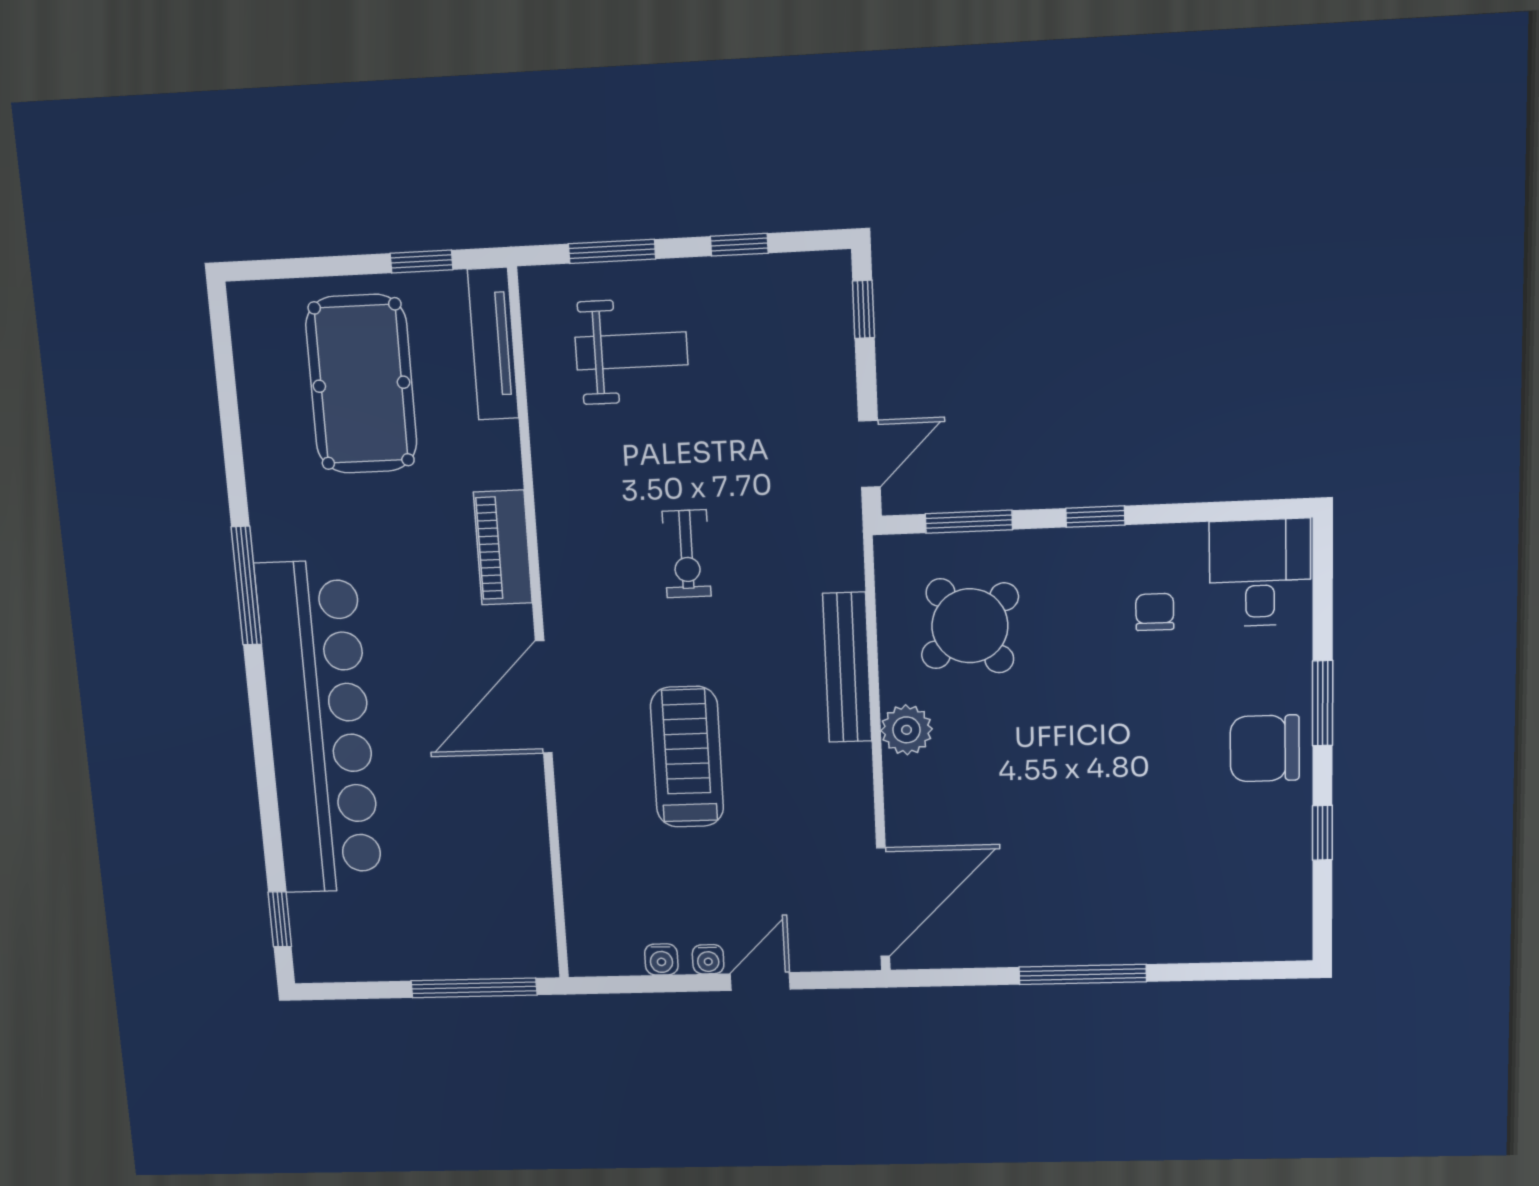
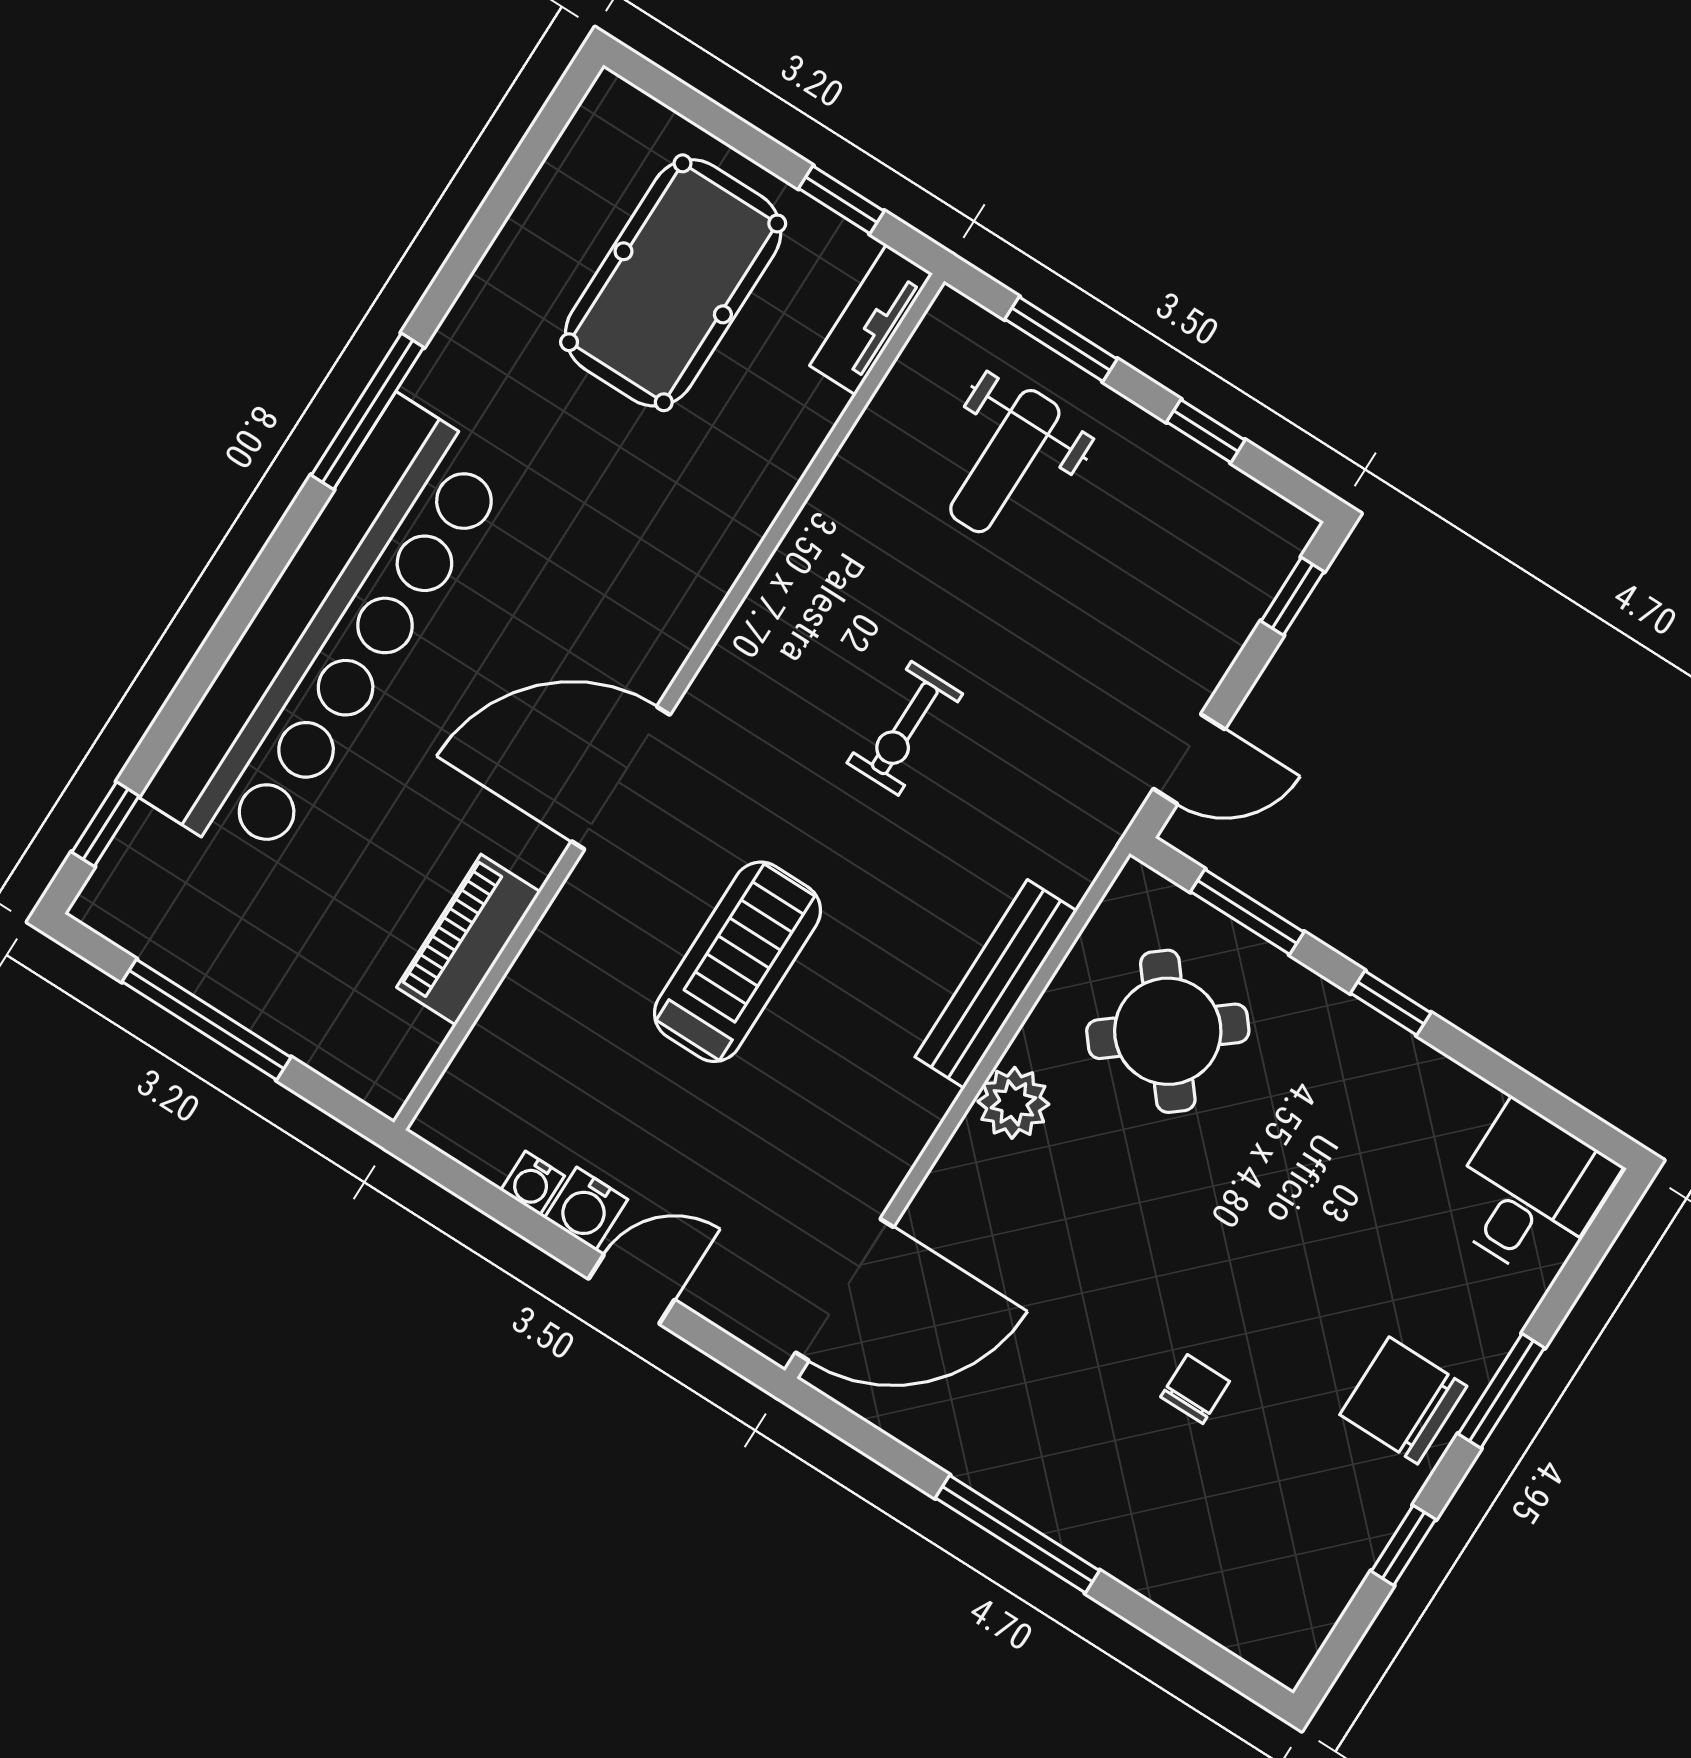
tv unit: (493, 344) -> (871, 320), width x0.71
weight bench: (631, 351) -> (1005, 461), turned 90
piano: (503, 548) -> (468, 940), moved
chair: (1155, 612) -> (1195, 1389), moved
water cooler: (708, 959) -> (586, 1209), width x1.38, depth x1.38
window: (474, 988) -> (207, 1020), moved

